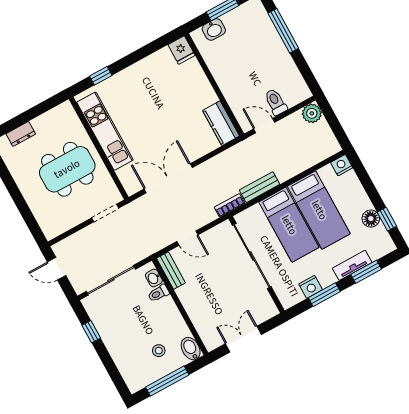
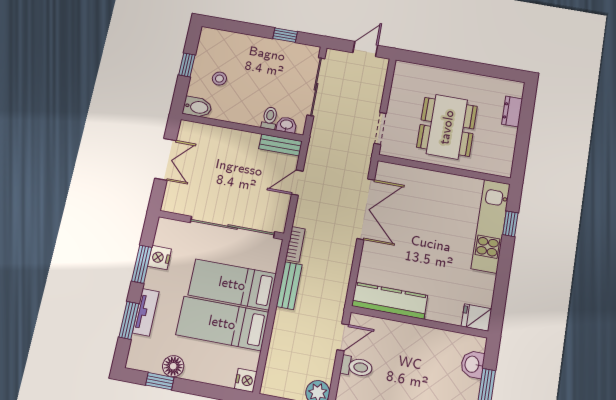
kitchen counter: (221, 123) -> (390, 301), width x1.50
kitchen unit: (105, 131) -> (491, 226), moved, turned 90
window: (167, 381) -> (187, 65), width x0.46

